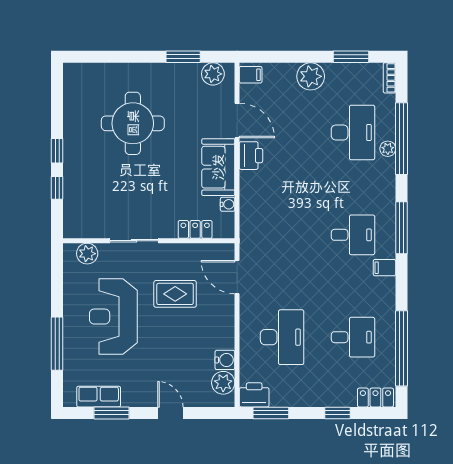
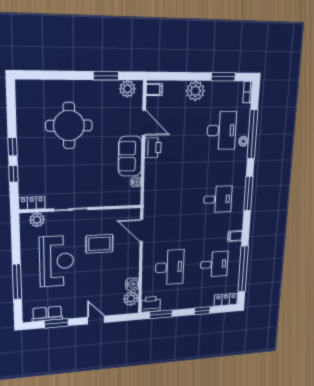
locker: (195, 229) -> (32, 203), moved
filing cabinet: (384, 268) -> (235, 236), moved
reception desk: (113, 317) -> (57, 261), turned 180

